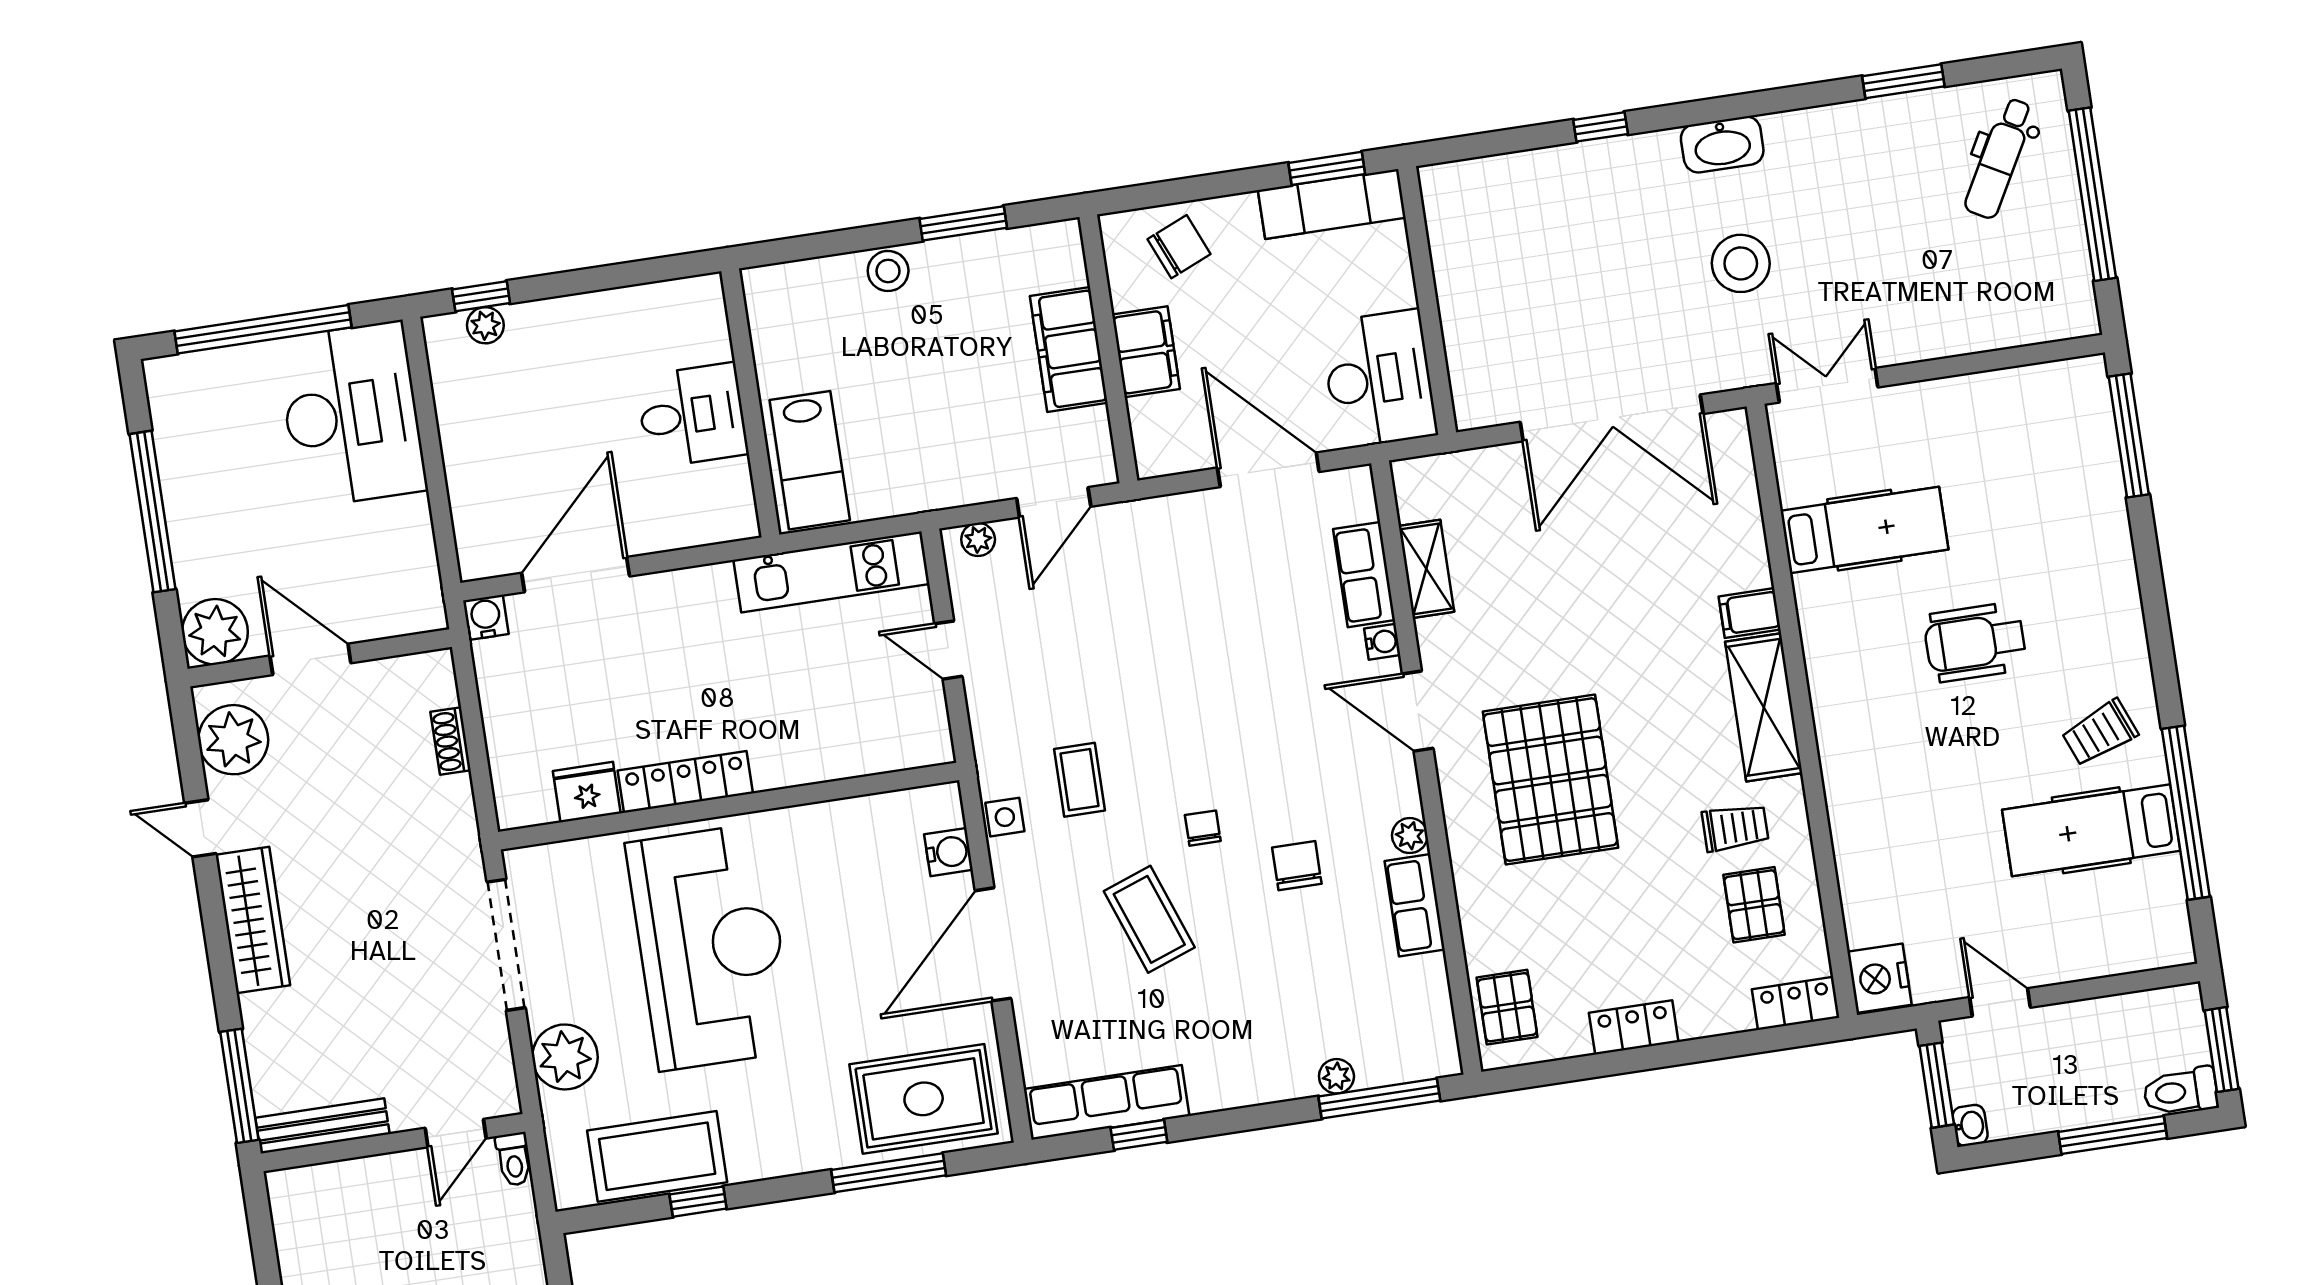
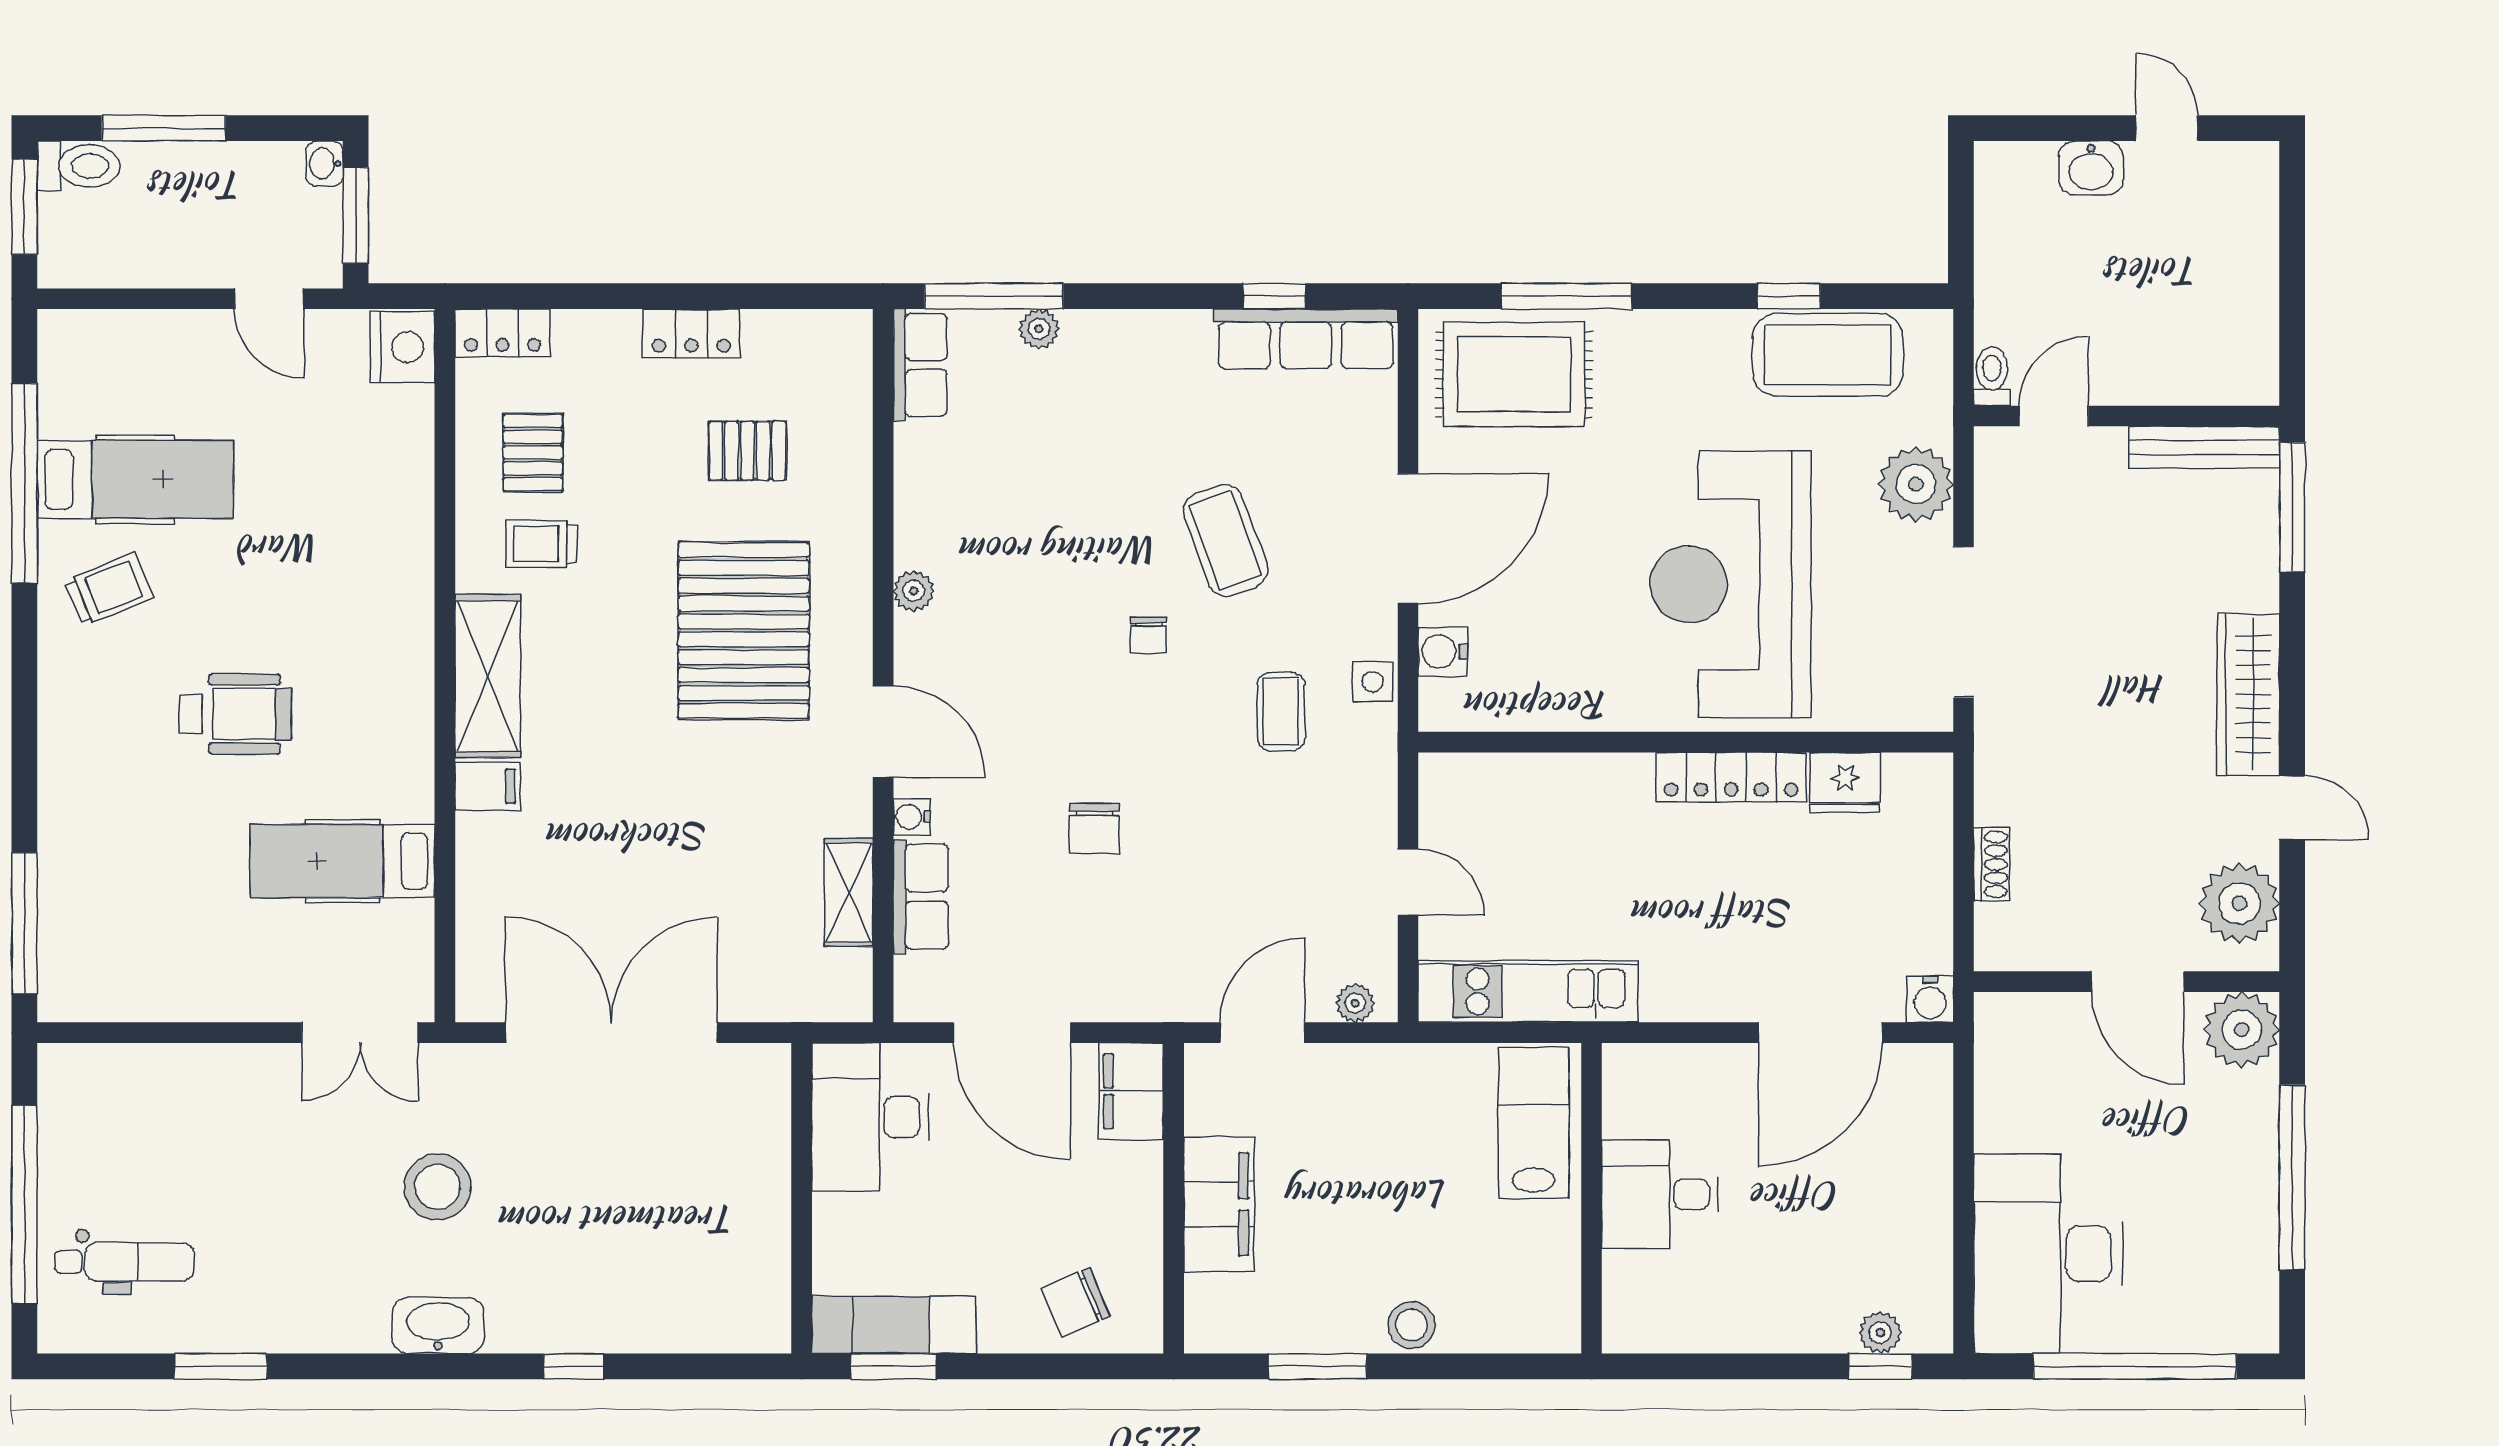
dental chair: (1999, 158) -> (124, 1262), turned 61
filing cabinet: (1146, 352) -> (1131, 1091), moved
chair: (1297, 866) -> (1095, 828), moved
row of seats: (1415, 905) -> (920, 365), moved
pallet: (1507, 1007) -> (747, 451), moved, turned 90

